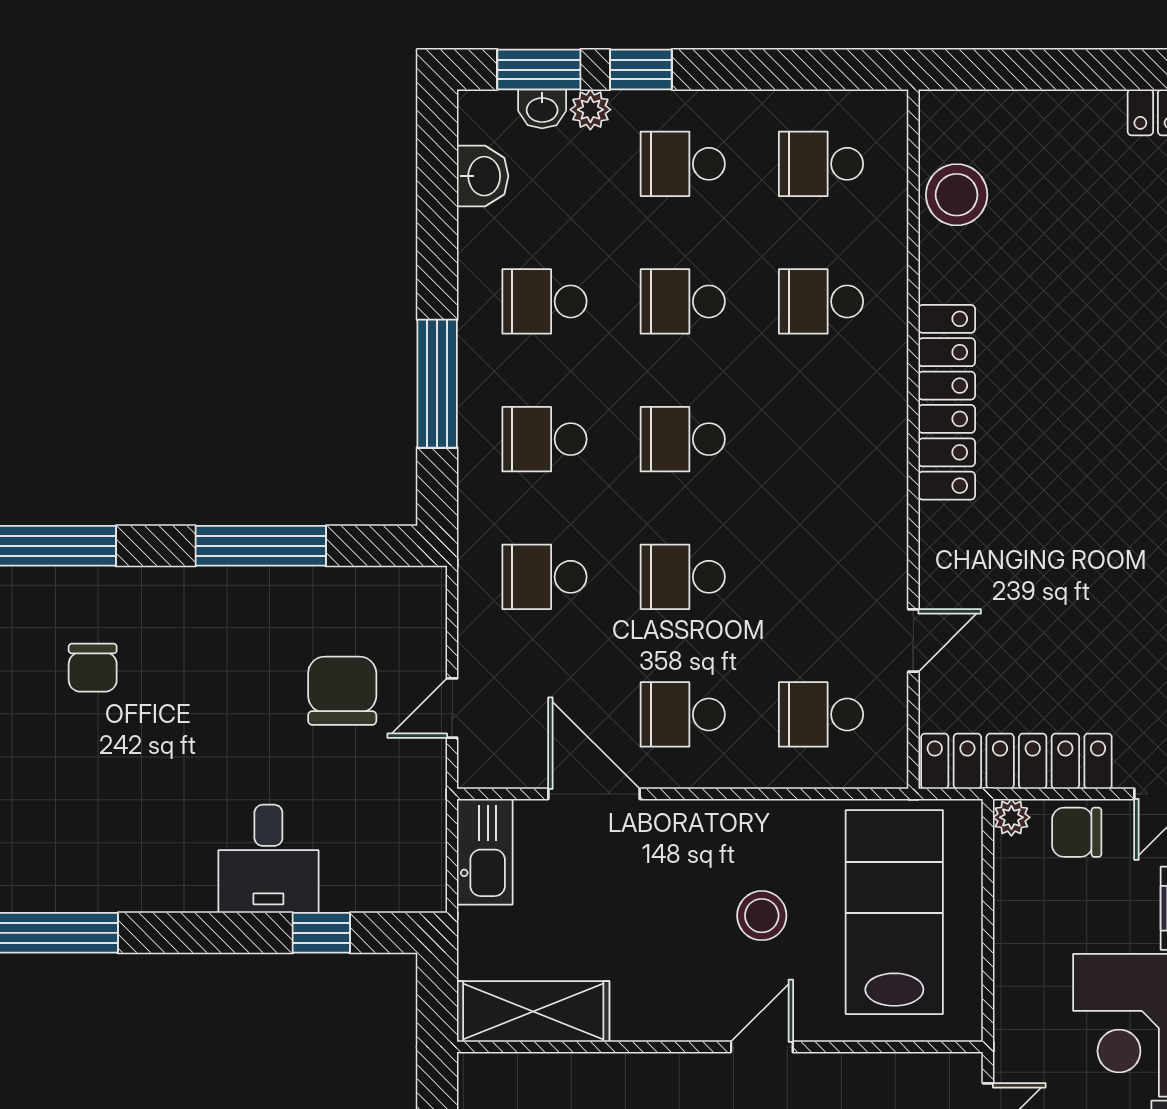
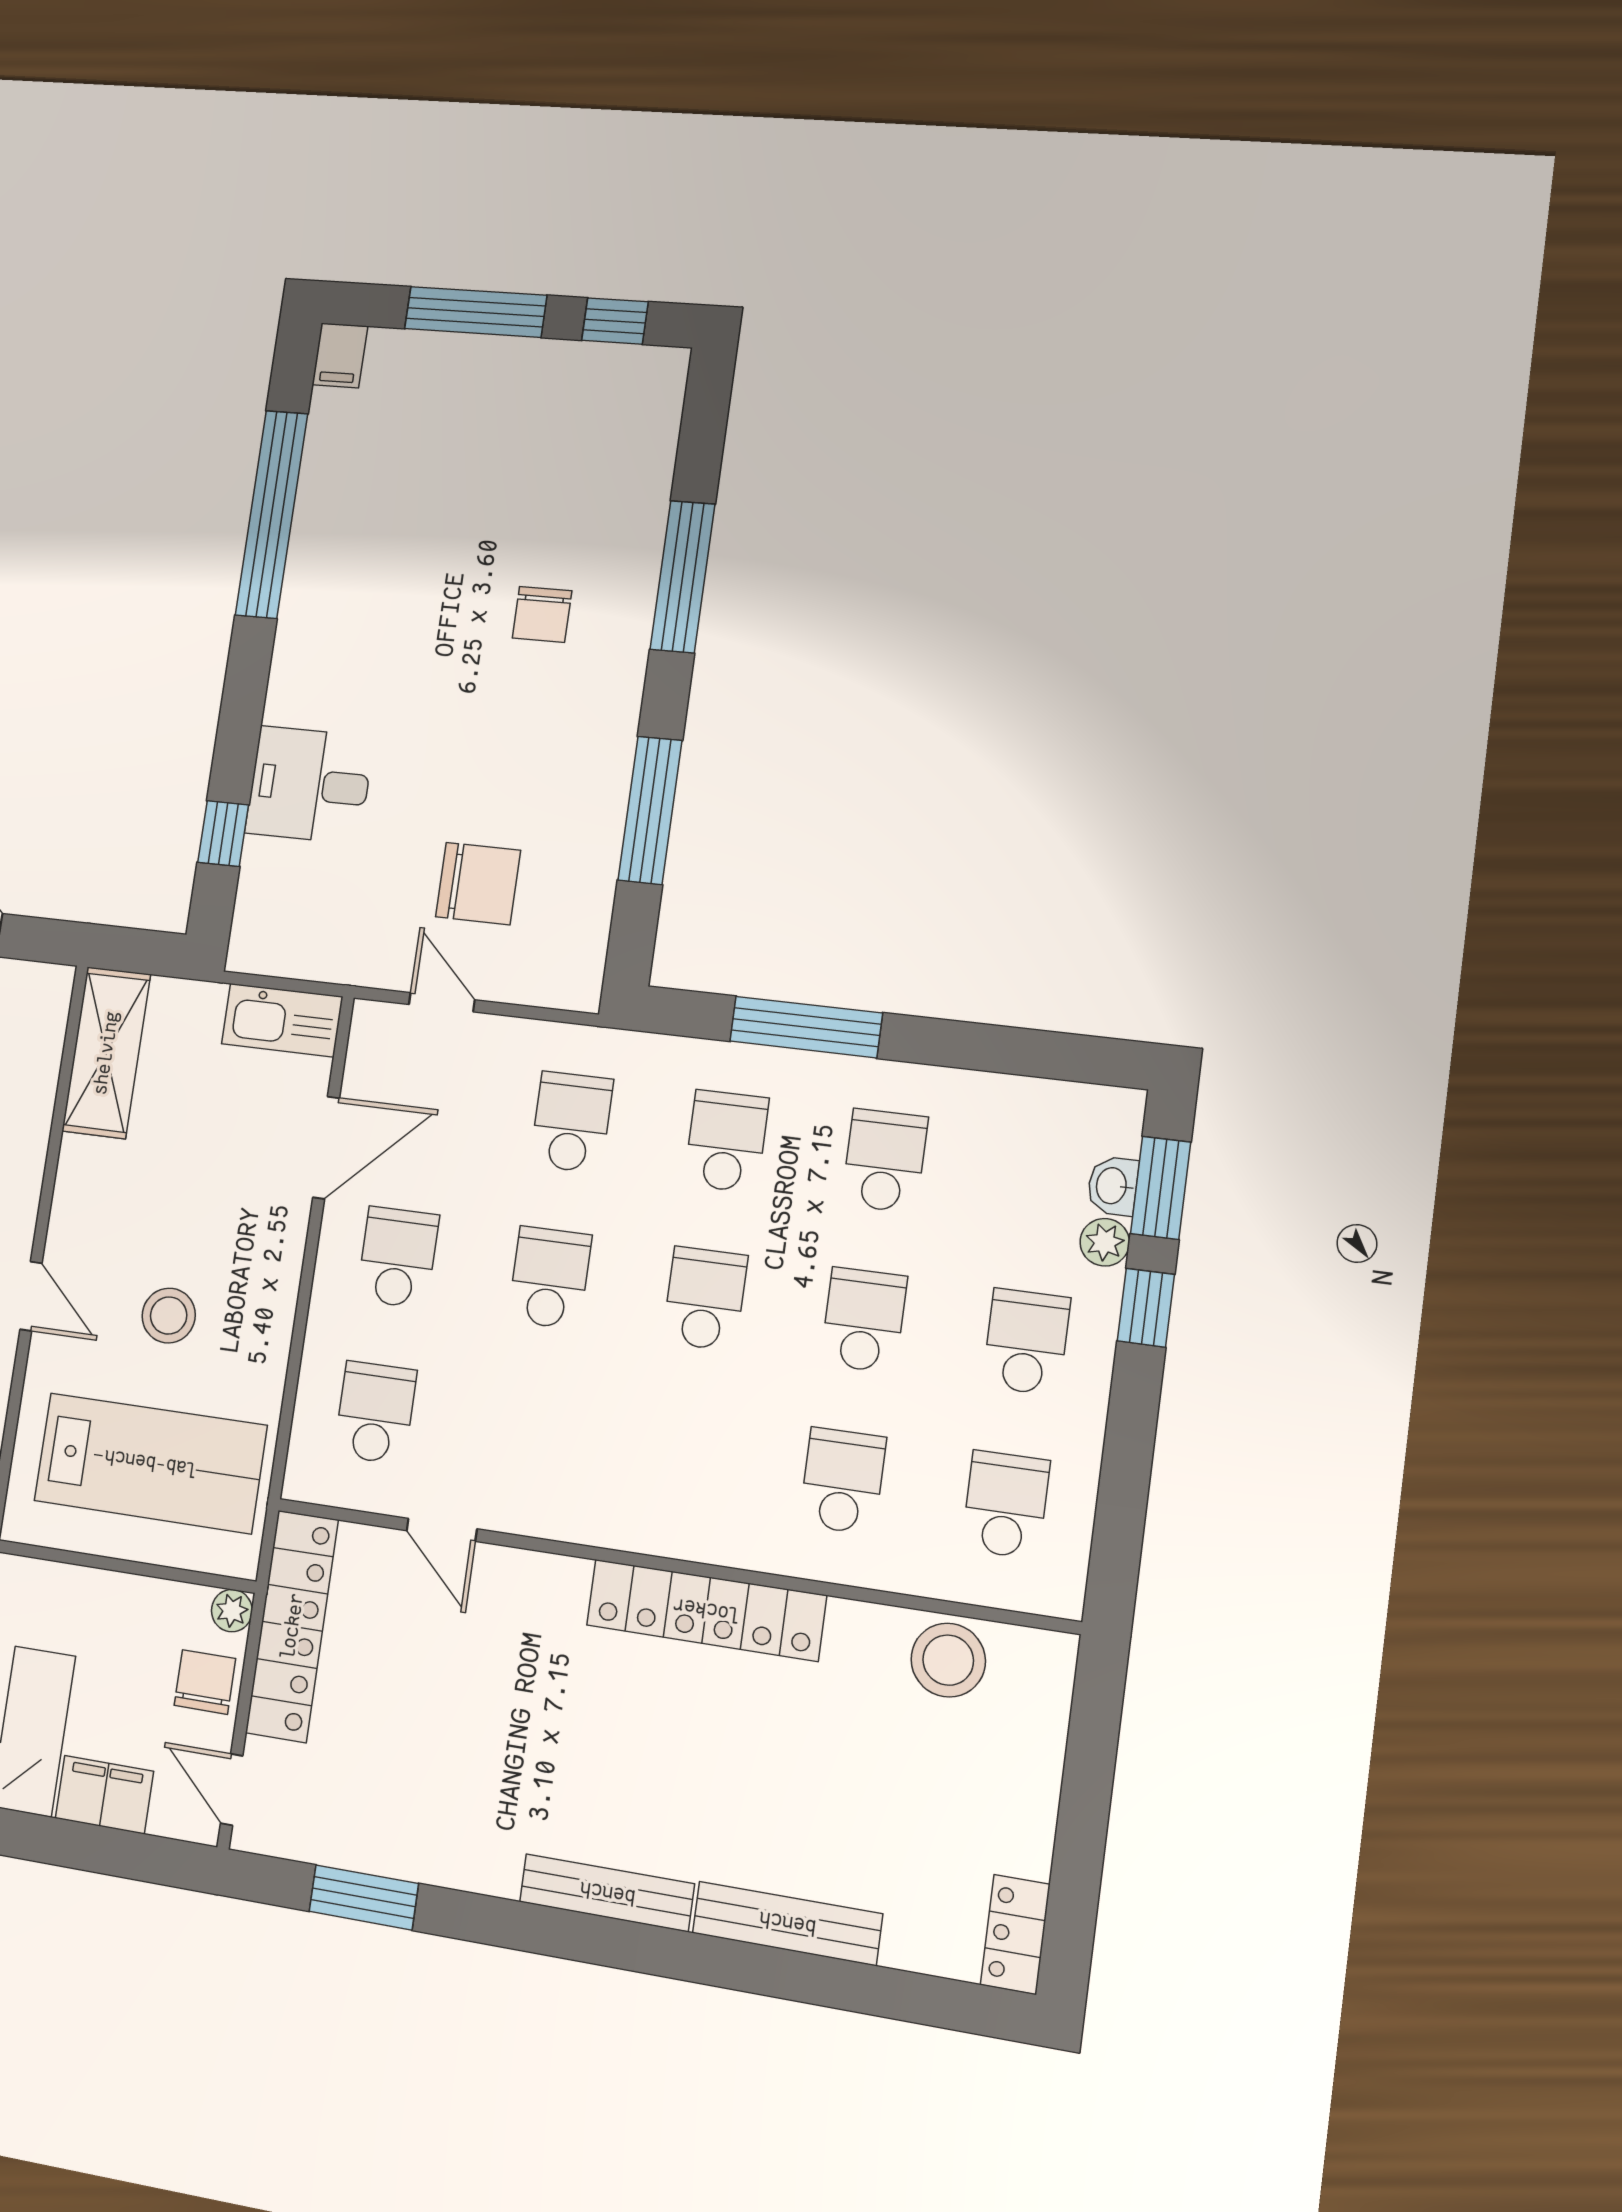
washbasin: (483, 176) -> (1041, 1107), removed
chair: (93, 668) -> (542, 614), turned -90

